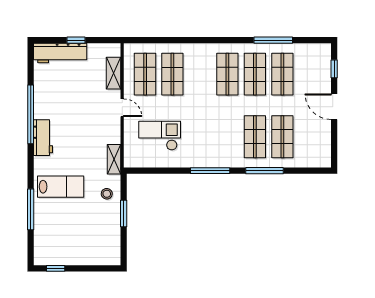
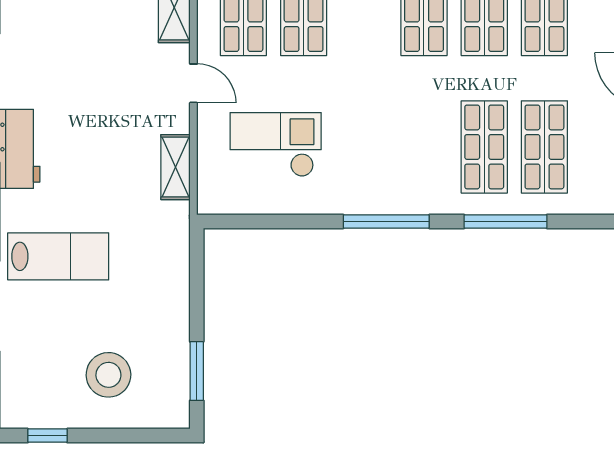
shelving: (114, 159) -> (176, 167), moved
stool: (107, 194) -> (108, 375), moved, width x1.89, depth x1.89
window: (124, 213) -> (197, 371), moved

